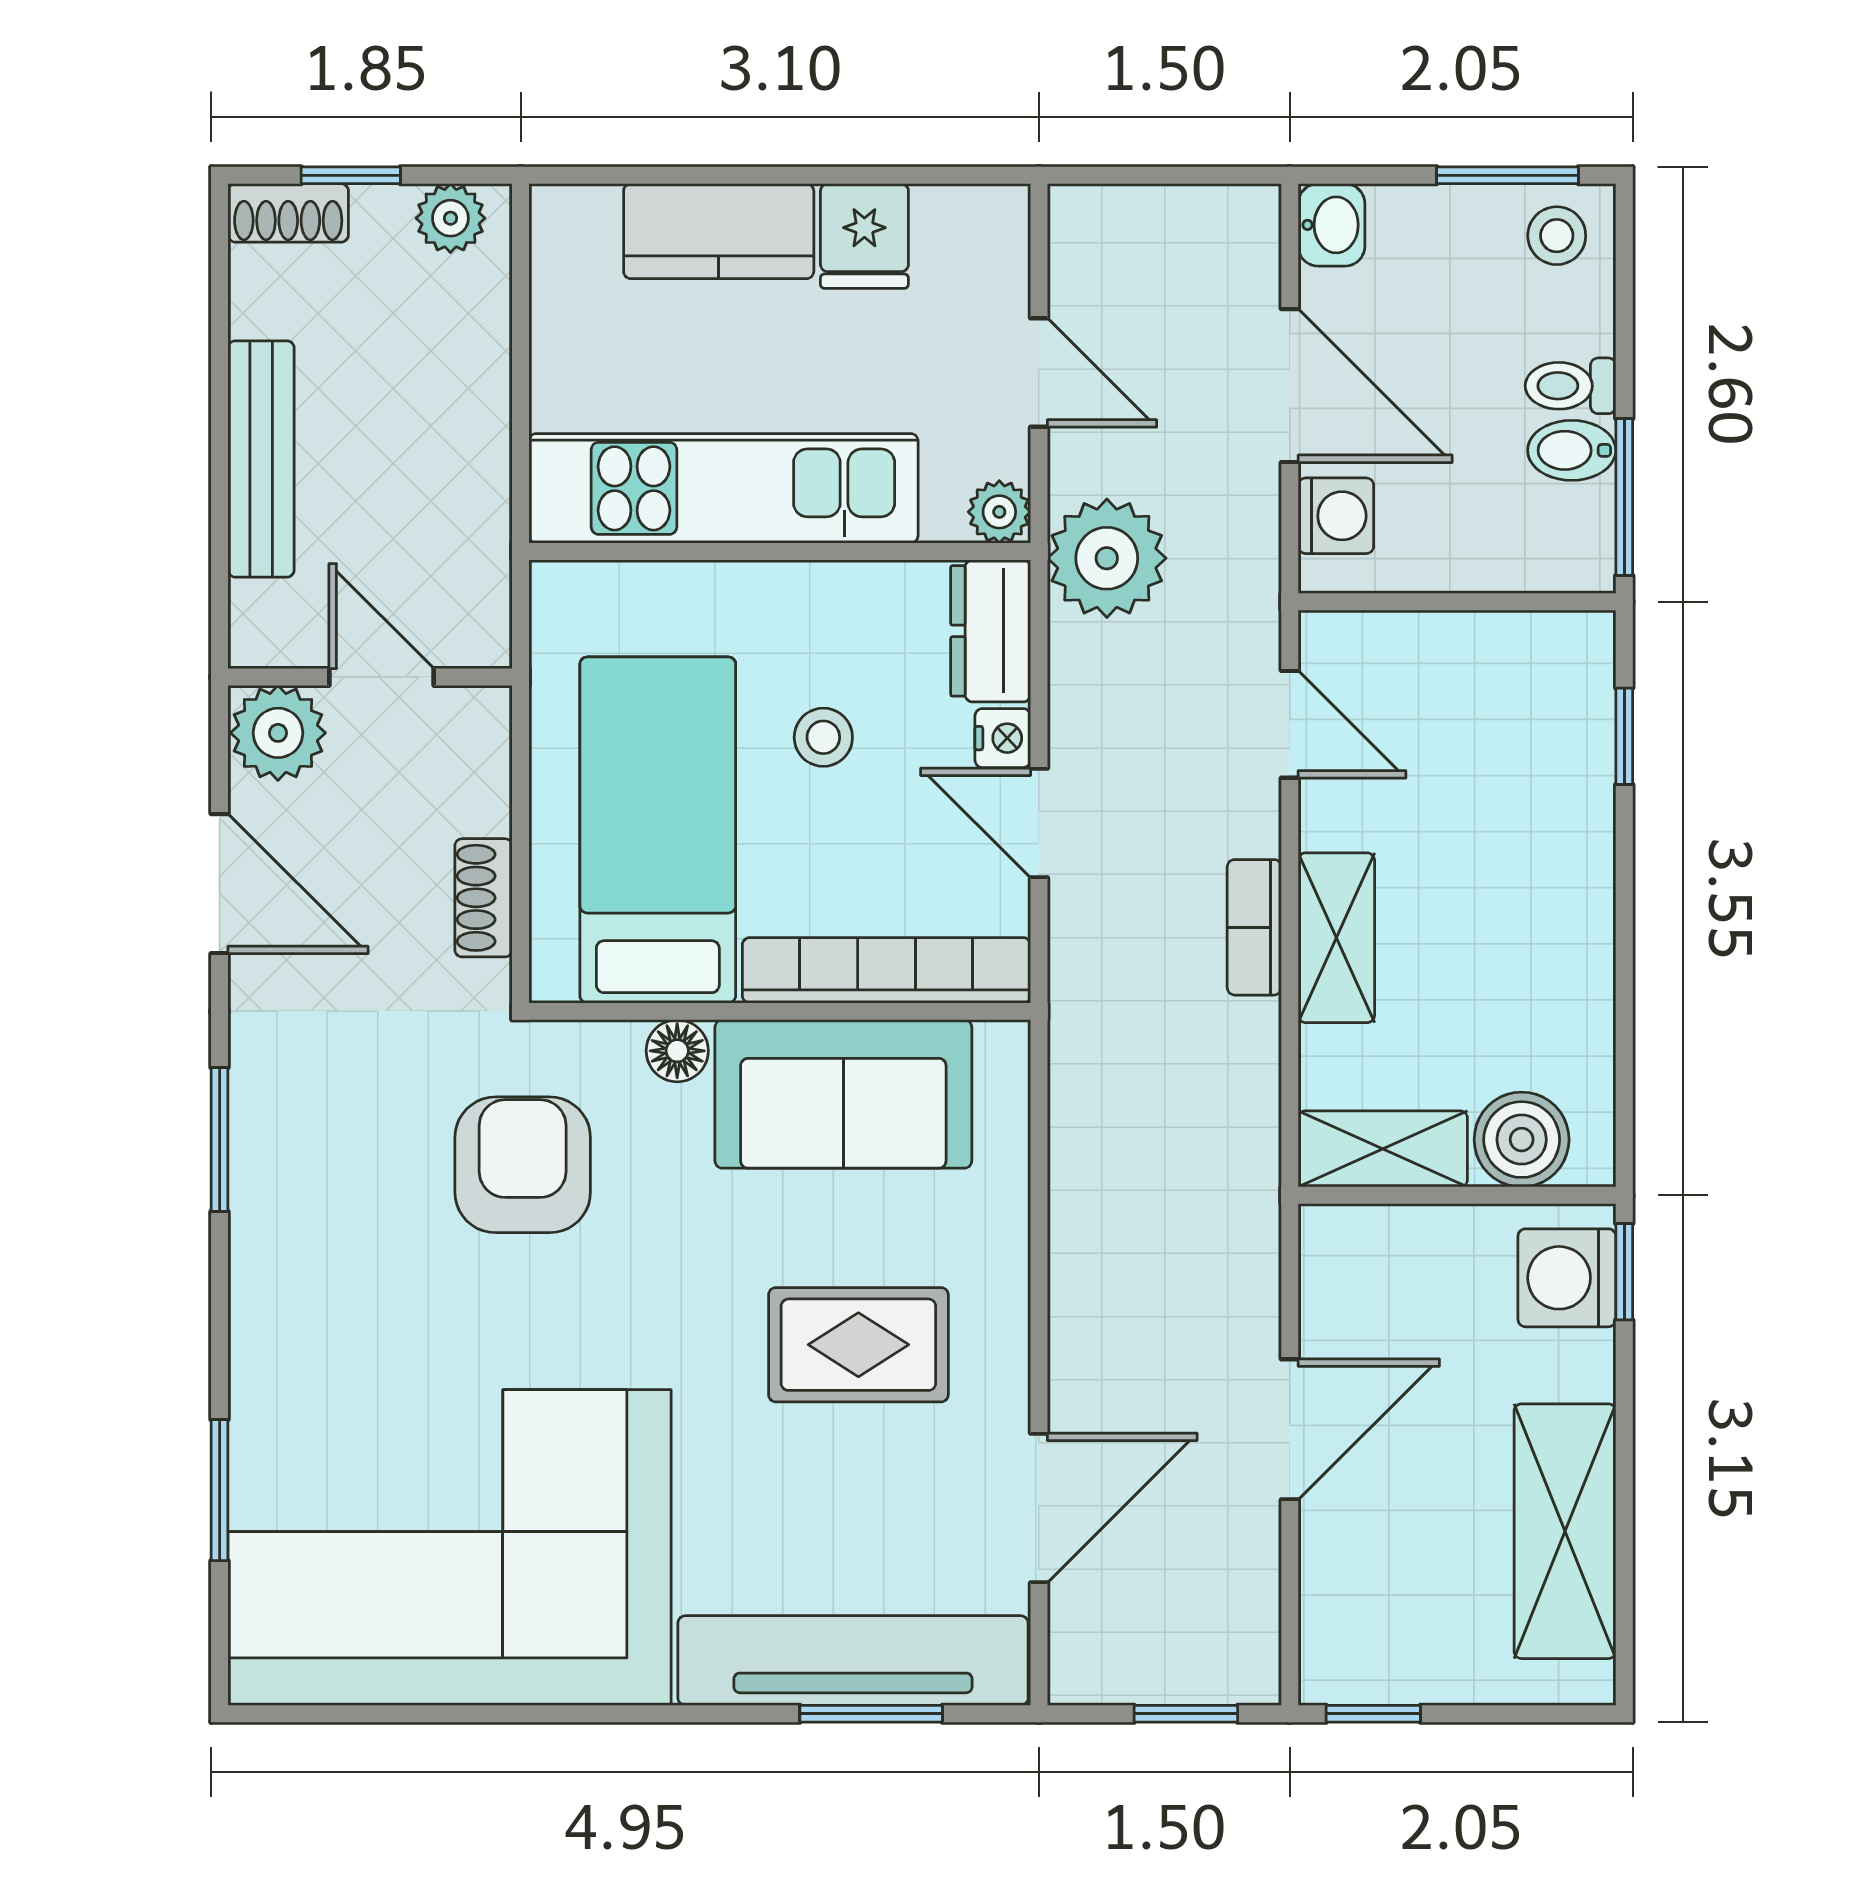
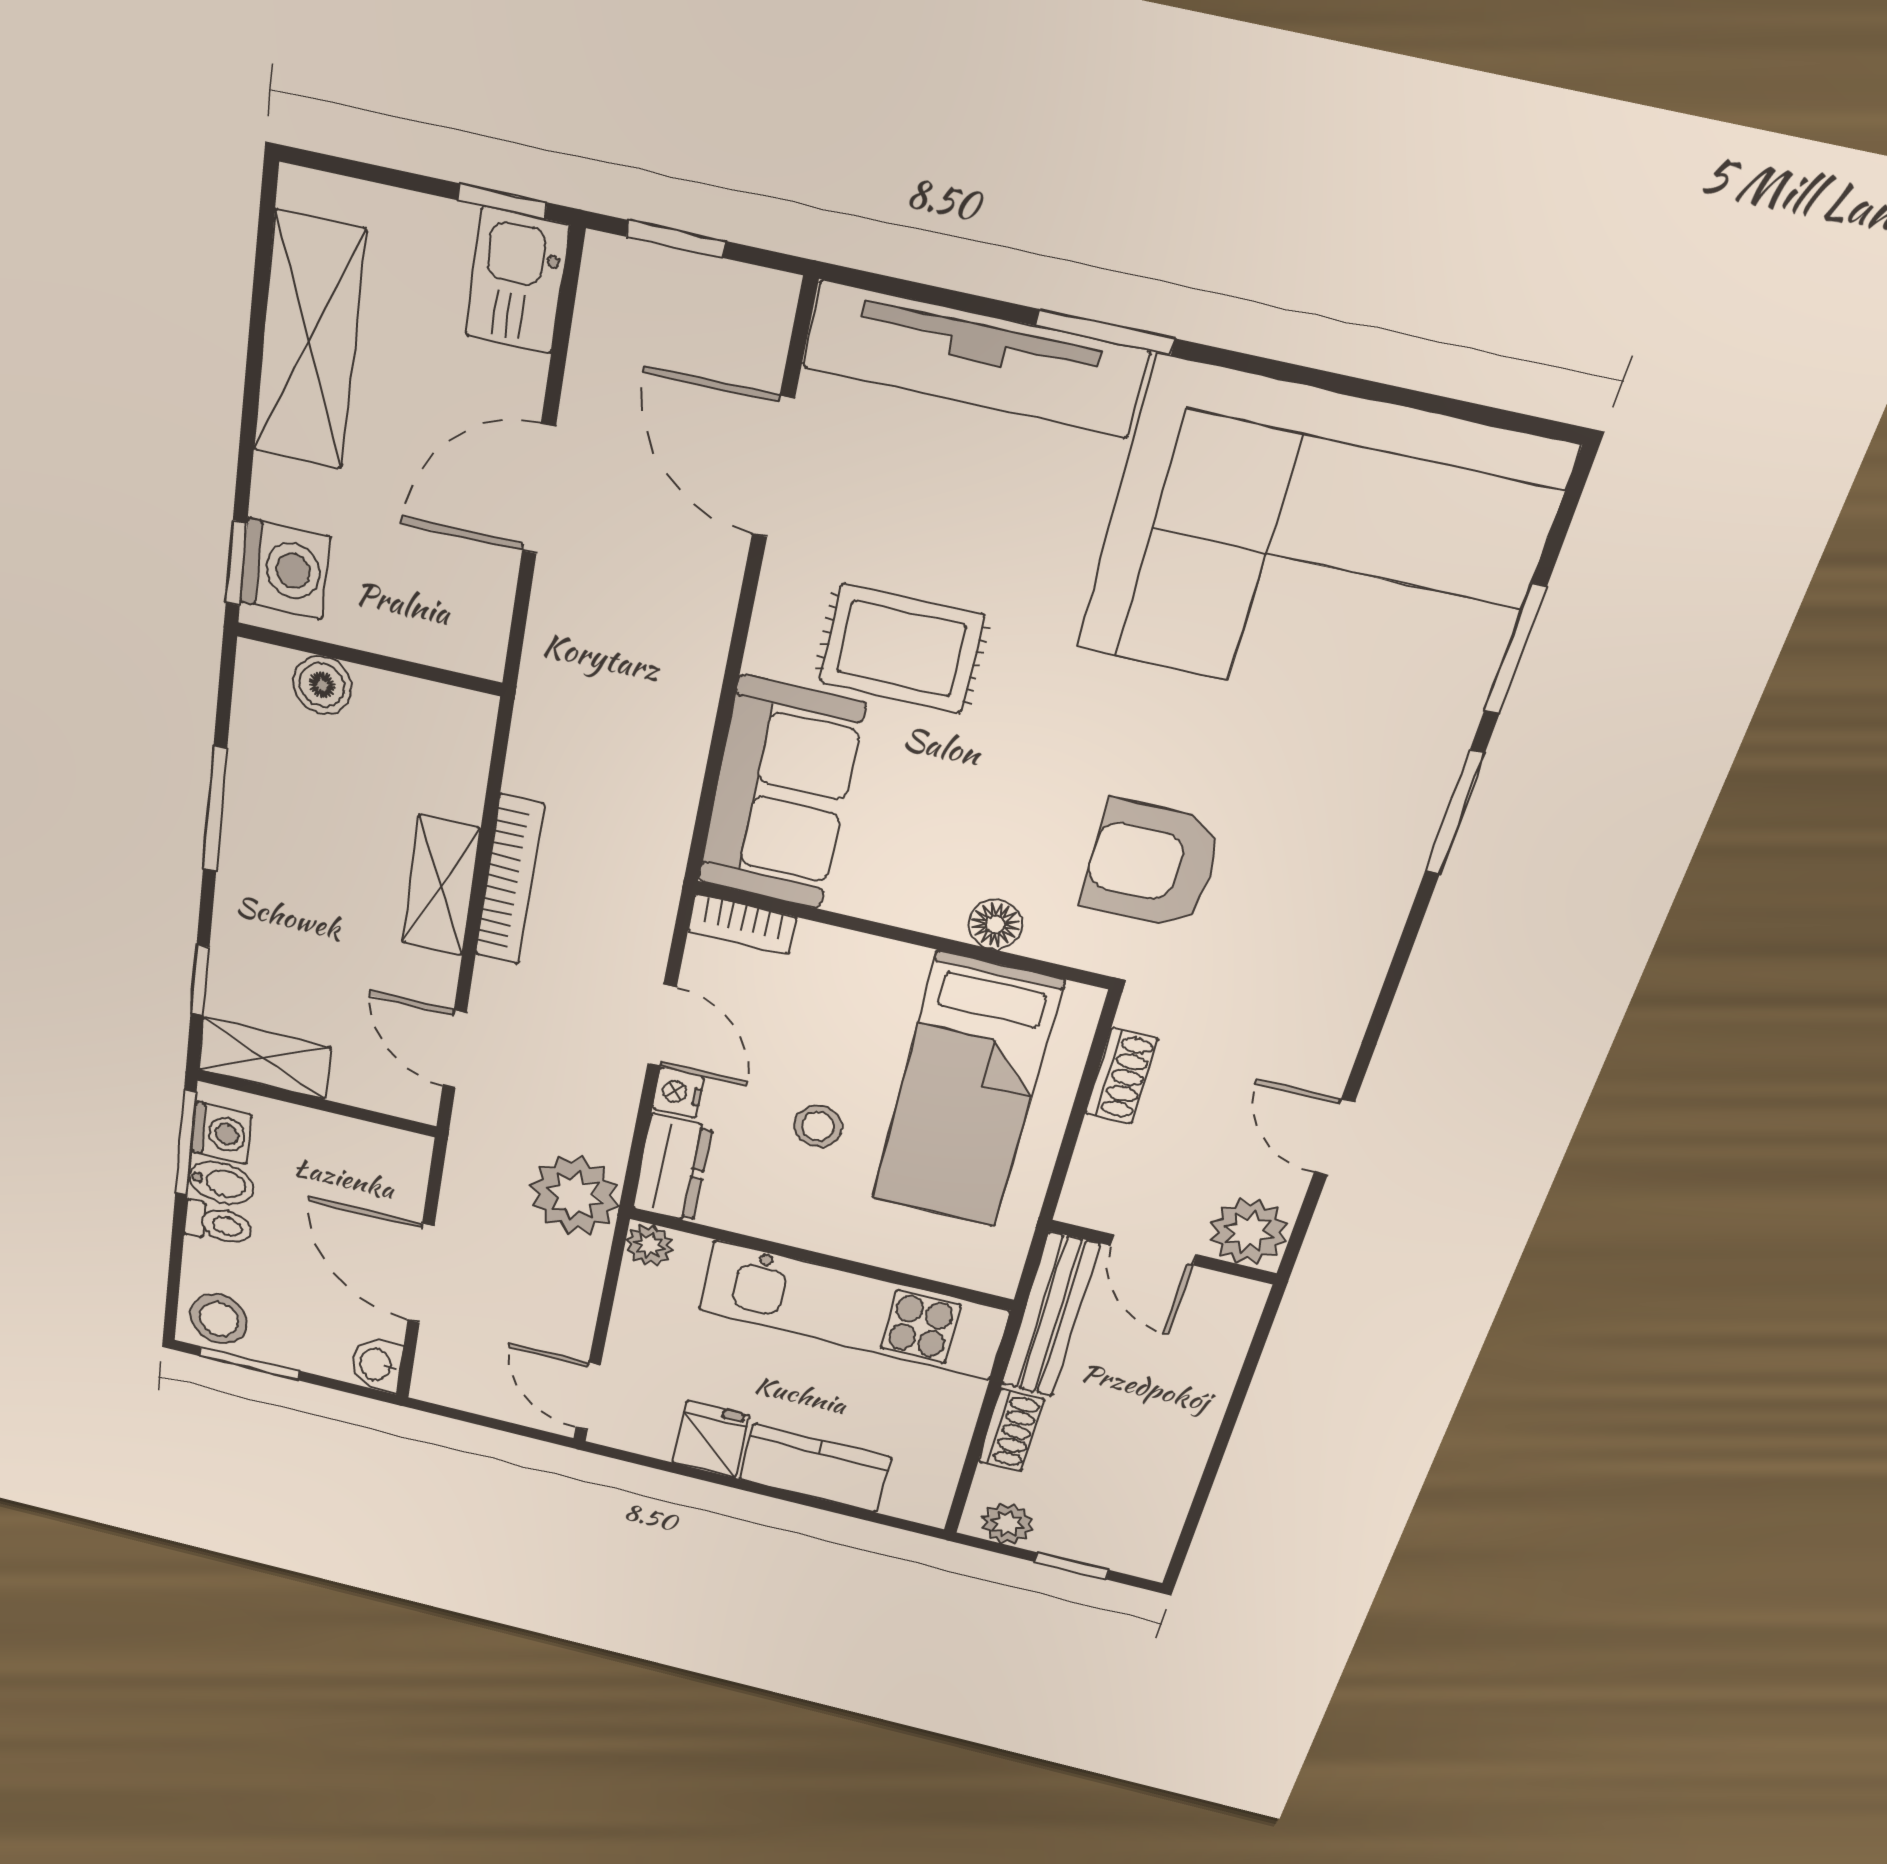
shoe rack: (288, 213) -> (1011, 1430), moved, turned 90
stool: (1557, 236) -> (219, 1319), width x1.37, depth x1.37
door: (1039, 373) -> (588, 1396), moved
bench: (261, 459) -> (1050, 1315), moved
washing machine: (1336, 516) -> (221, 1133), moved, turned 180
door: (220, 884) -> (1334, 1137), width x0.73
bookcase: (1254, 927) -> (509, 880), width x1.56
window: (1624, 969) -> (215, 809), added
bookcase: (886, 970) -> (742, 924), width x0.43, depth x0.76
sofa: (843, 1094) -> (781, 794), moved, turned 90
window: (220, 1140) -> (1455, 812), moved
boiler: (1522, 1140) -> (322, 685), width x0.73, depth x0.73
shelving: (1383, 1149) -> (264, 1058), moved
armchair: (523, 1165) -> (1152, 865), turned 90
door: (1039, 1508) -> (773, 467), hinge flipped
kitchen sink: (1346, 1639) -> (517, 281), added
window: (871, 1714) -> (1105, 332), moved

